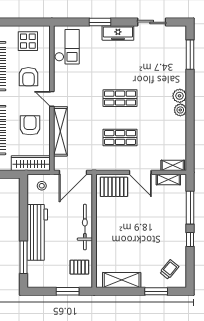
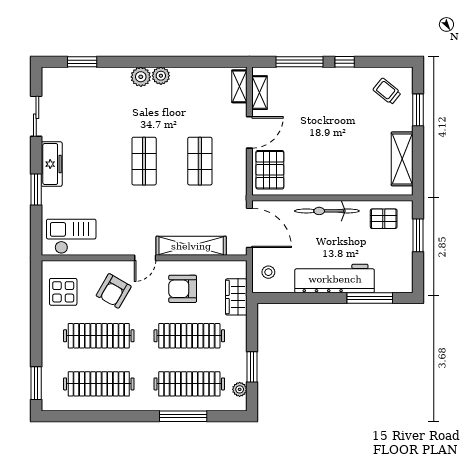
window: (190, 55) -> (82, 62), width x0.69
armchair: (28, 77) -> (114, 291), turned 120
wardrobe: (31, 163) -> (236, 297), width x0.67
pallet: (79, 267) -> (384, 219), turned 90

